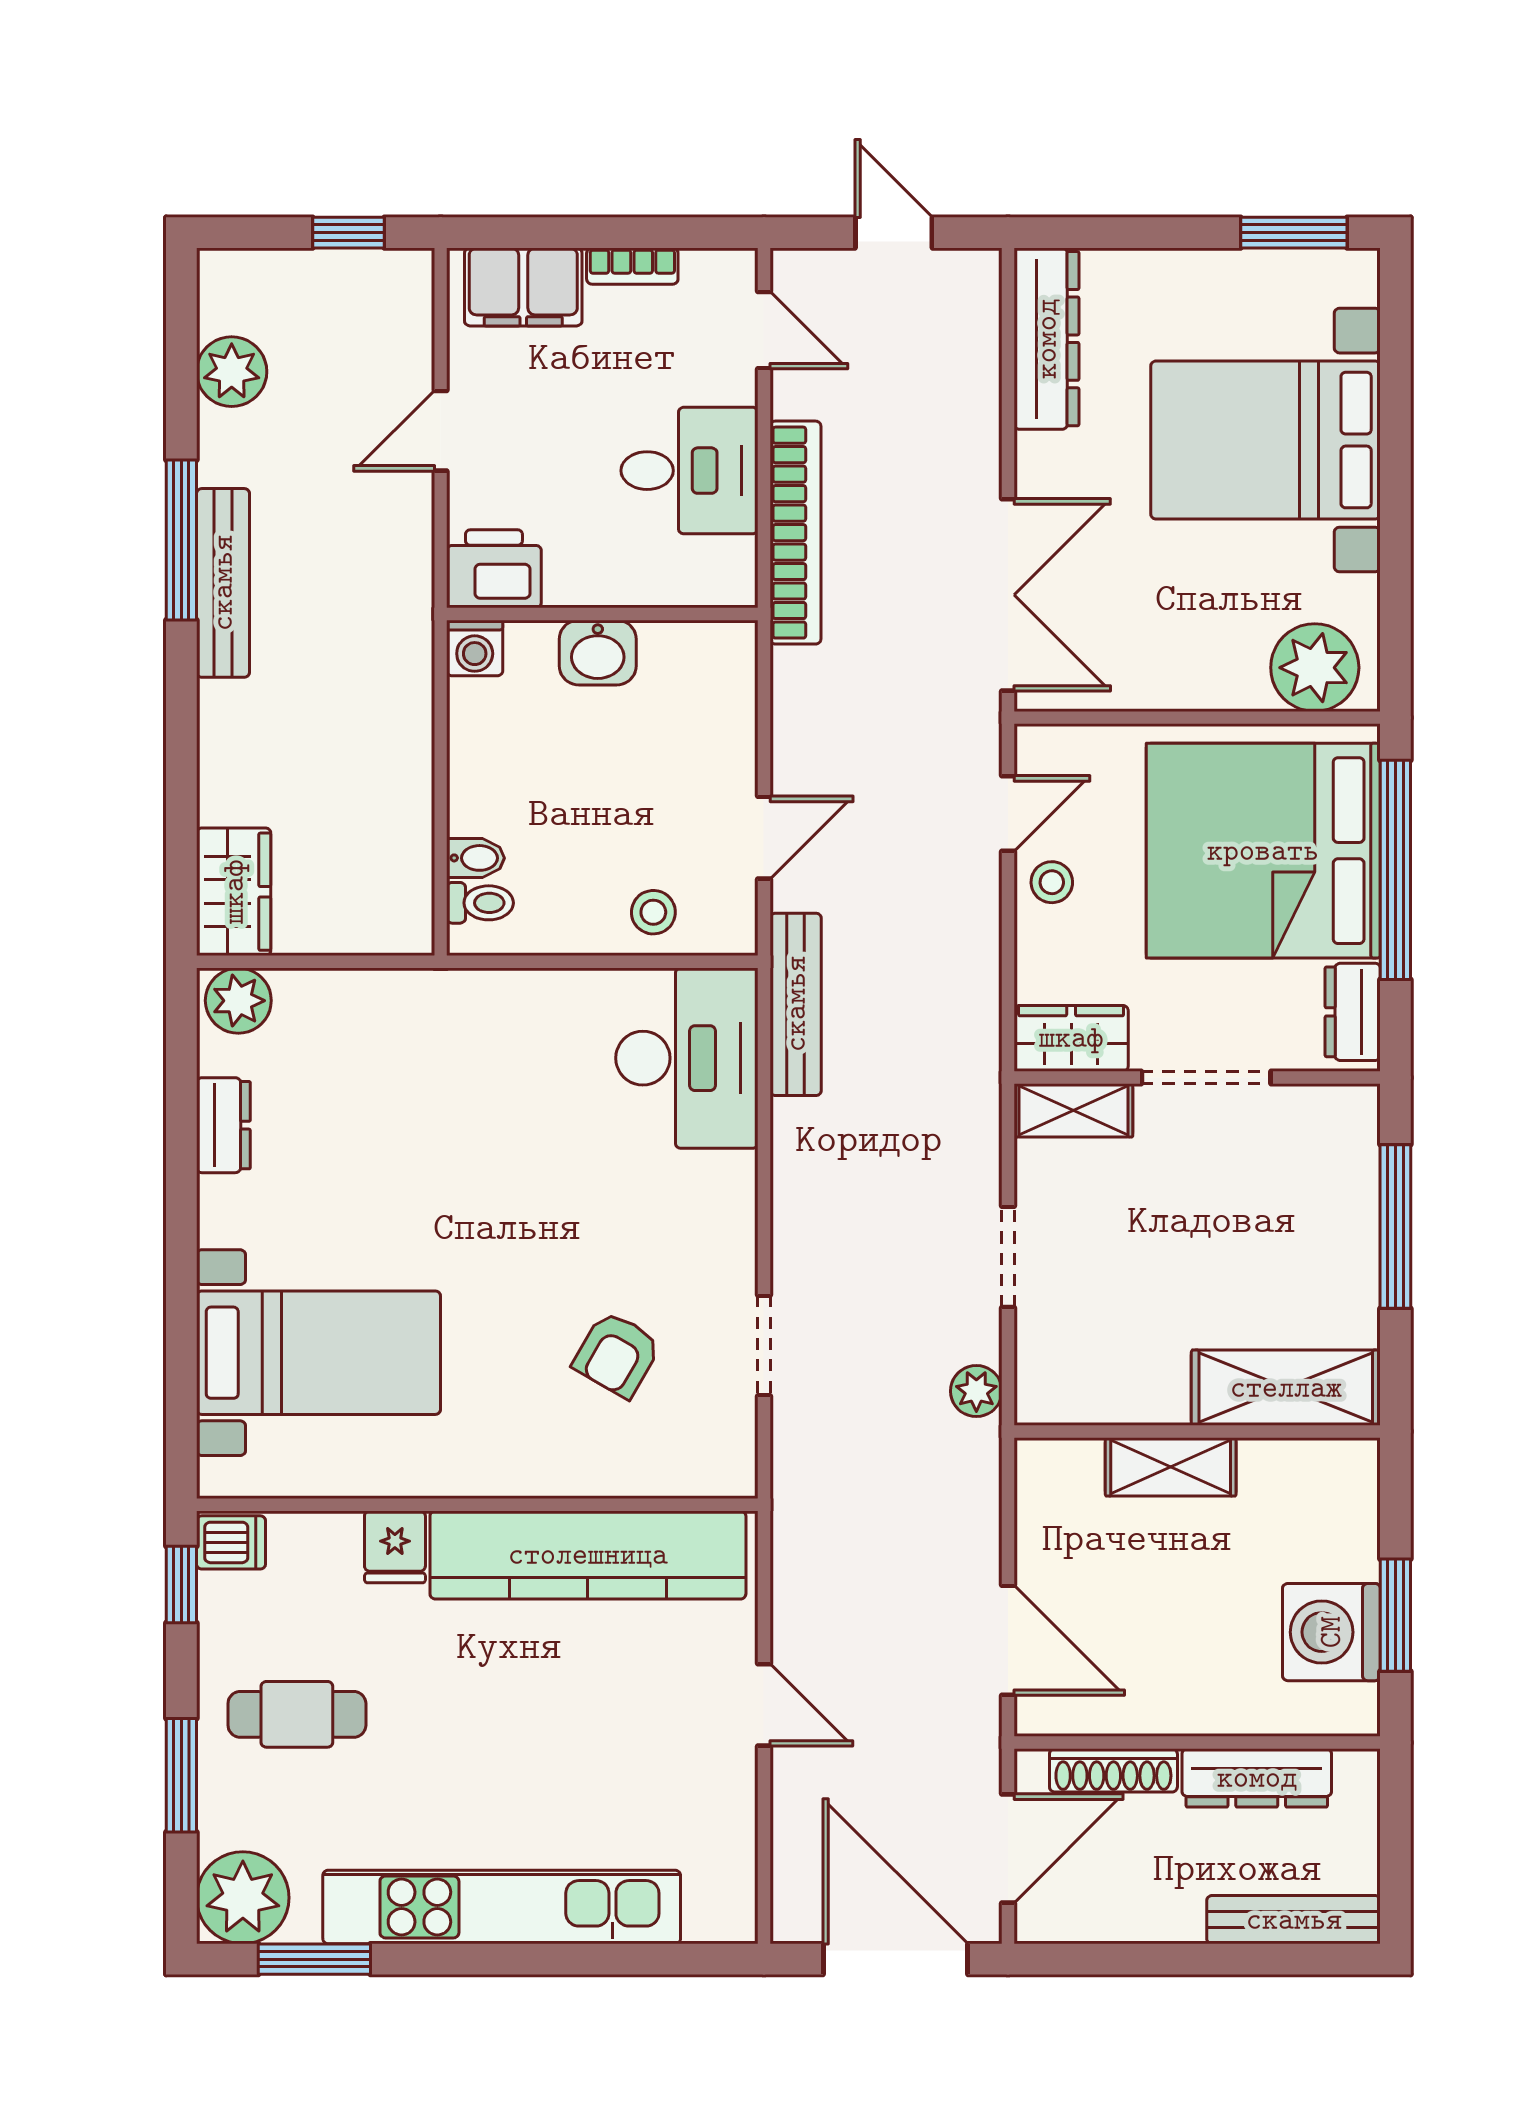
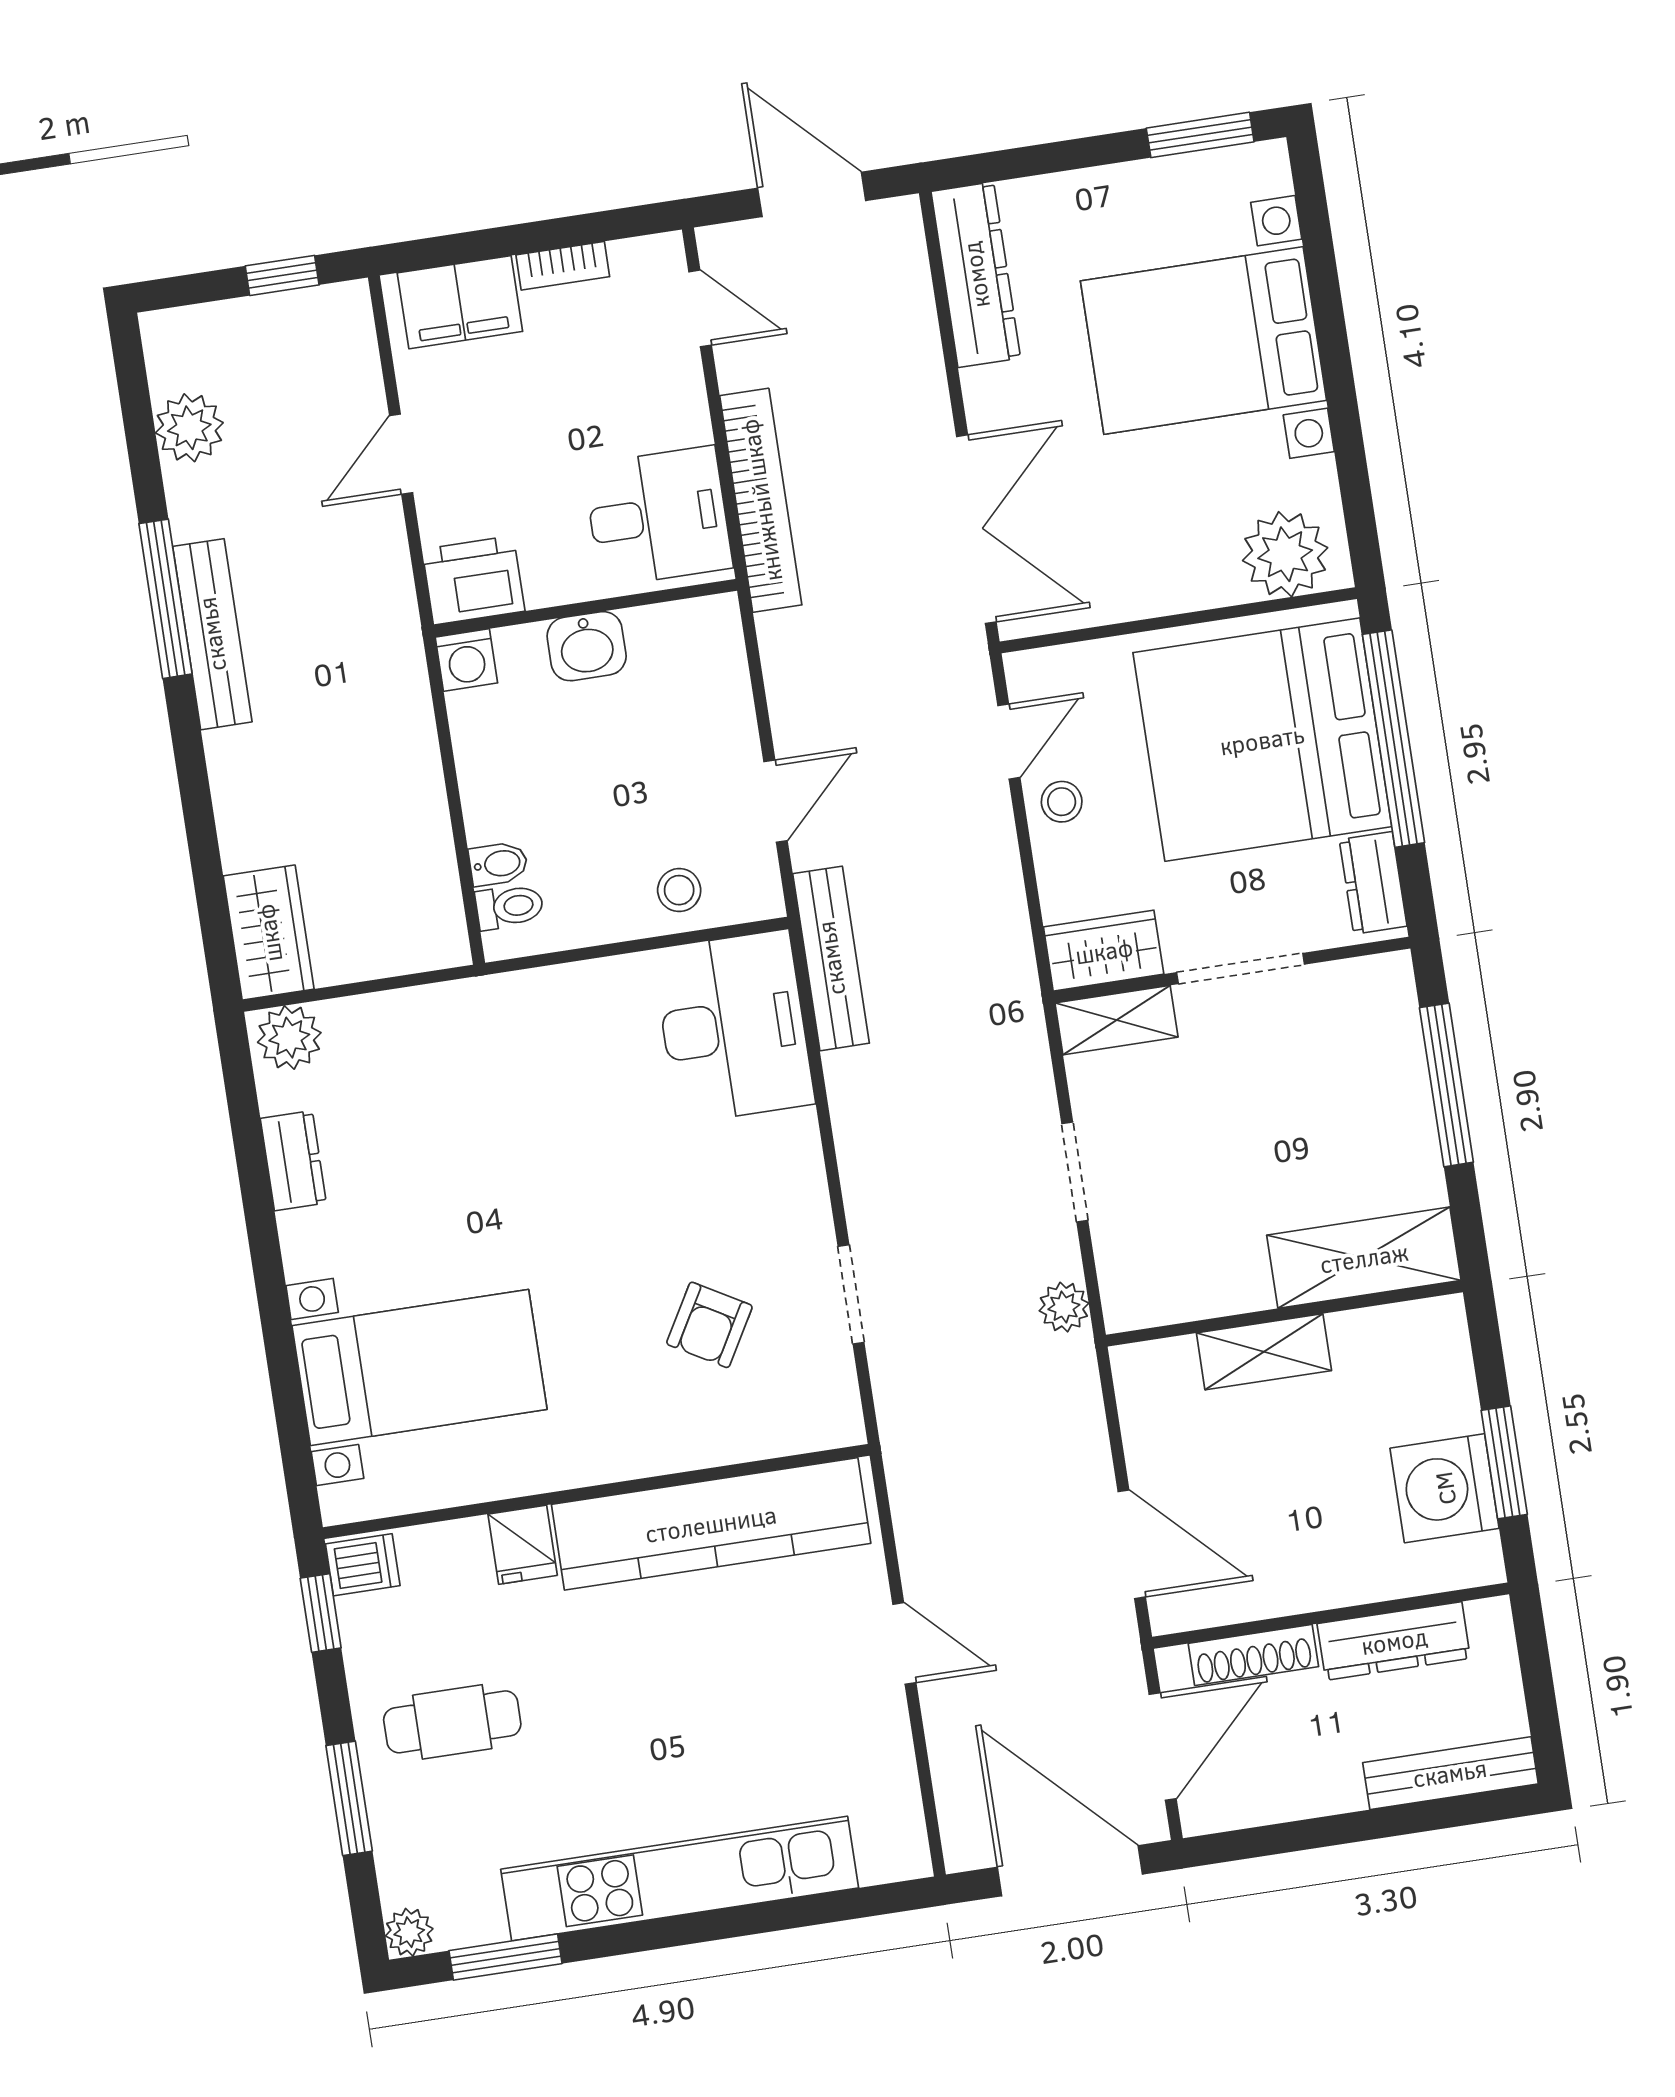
door: (894, 233) -> (812, 194), width x1.38
desk: (690, 471) -> (658, 516), moved
plant: (243, 1898) -> (409, 1932), width x0.53, depth x0.53

